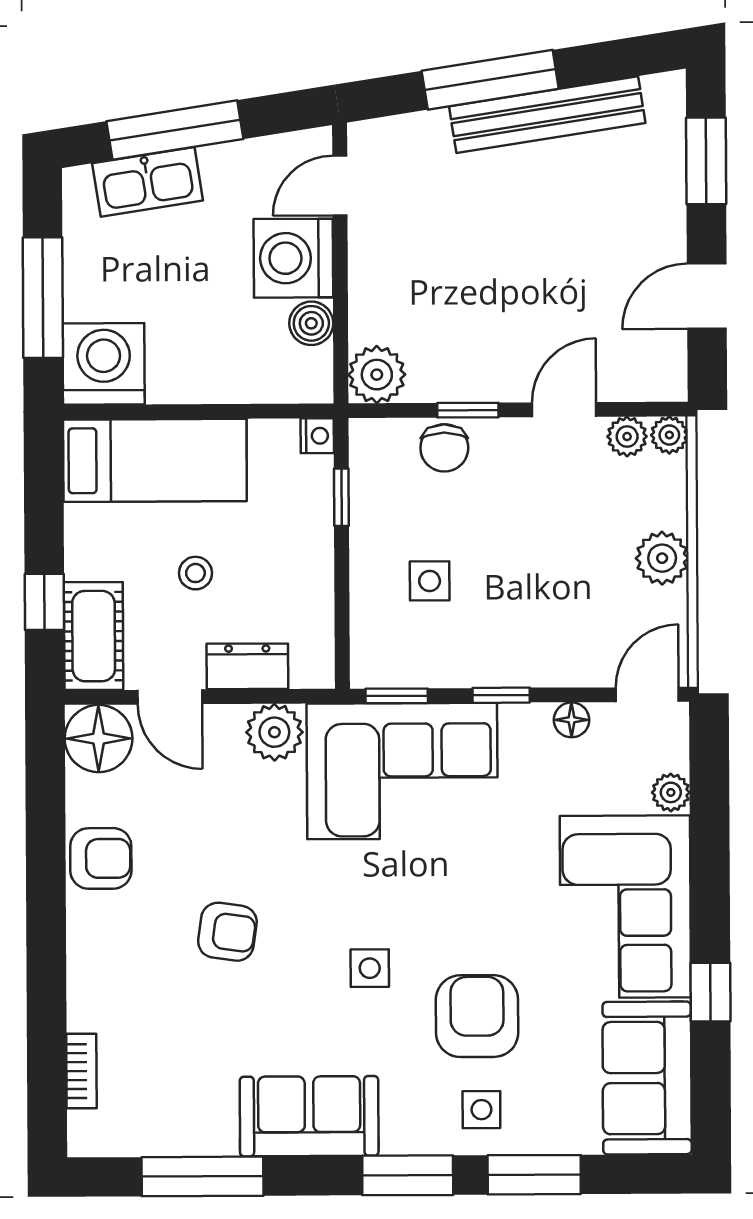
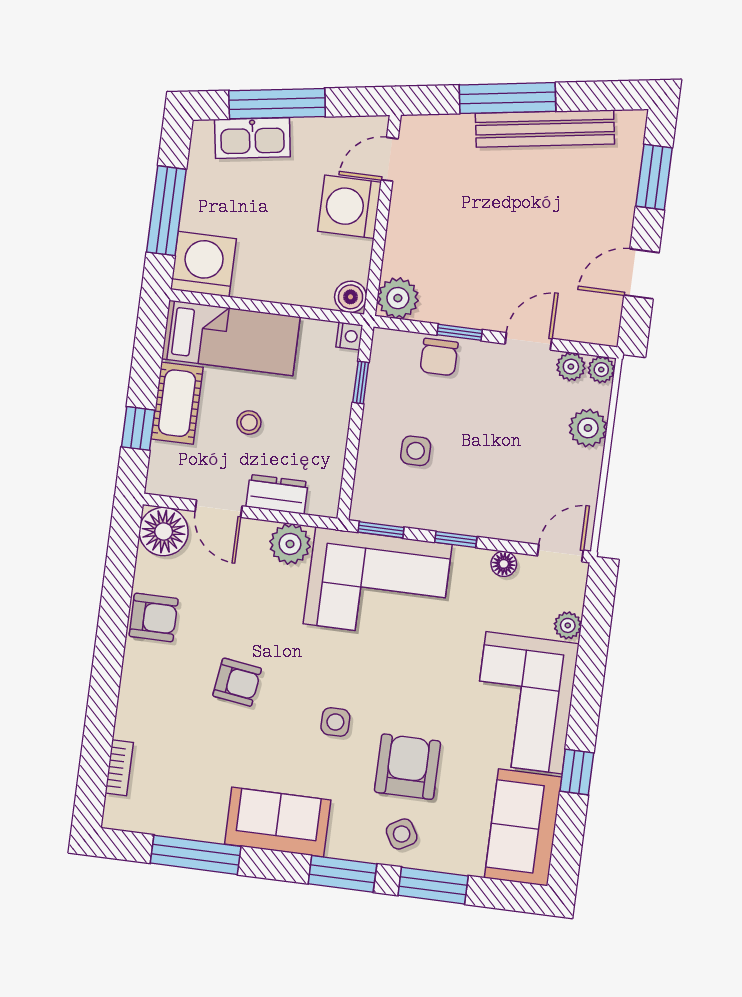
boiler: (311, 323) -> (351, 297), moved
plant: (662, 558) -> (588, 428), moved
cot: (94, 636) -> (177, 403), moved
side table: (481, 1110) -> (402, 834), turned -30

